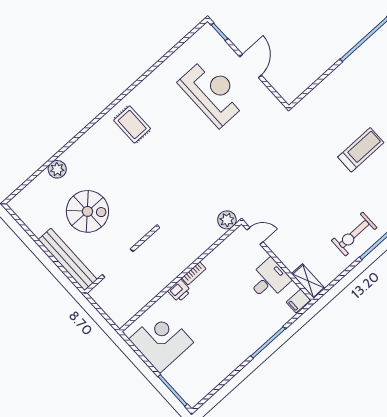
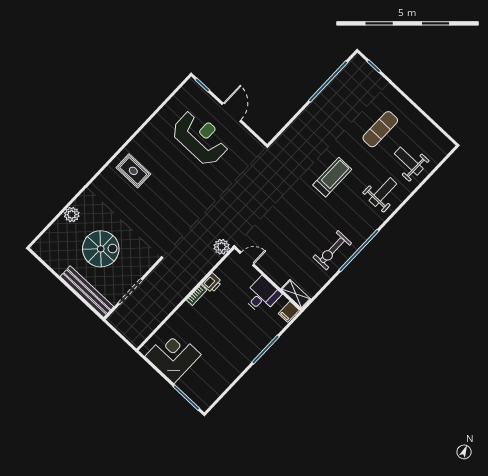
printer: (179, 291) -> (212, 283), moved

